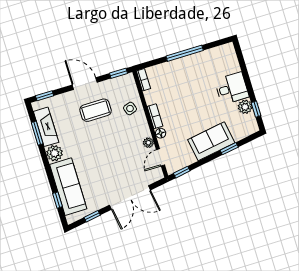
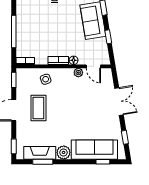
window: (185, 53) -> (14, 32), moved
window: (182, 172) -> (108, 37), moved
double door: (130, 198) -> (119, 102), width x0.73

